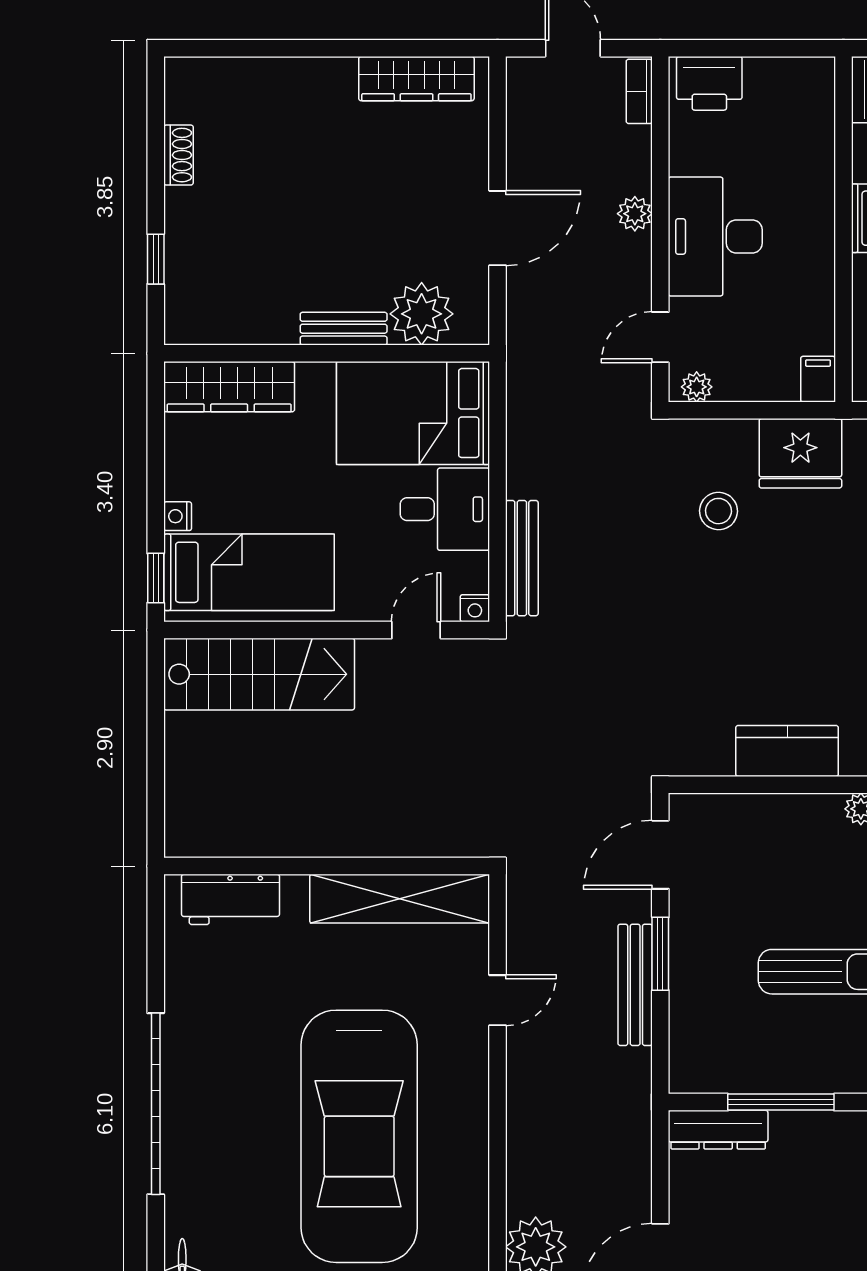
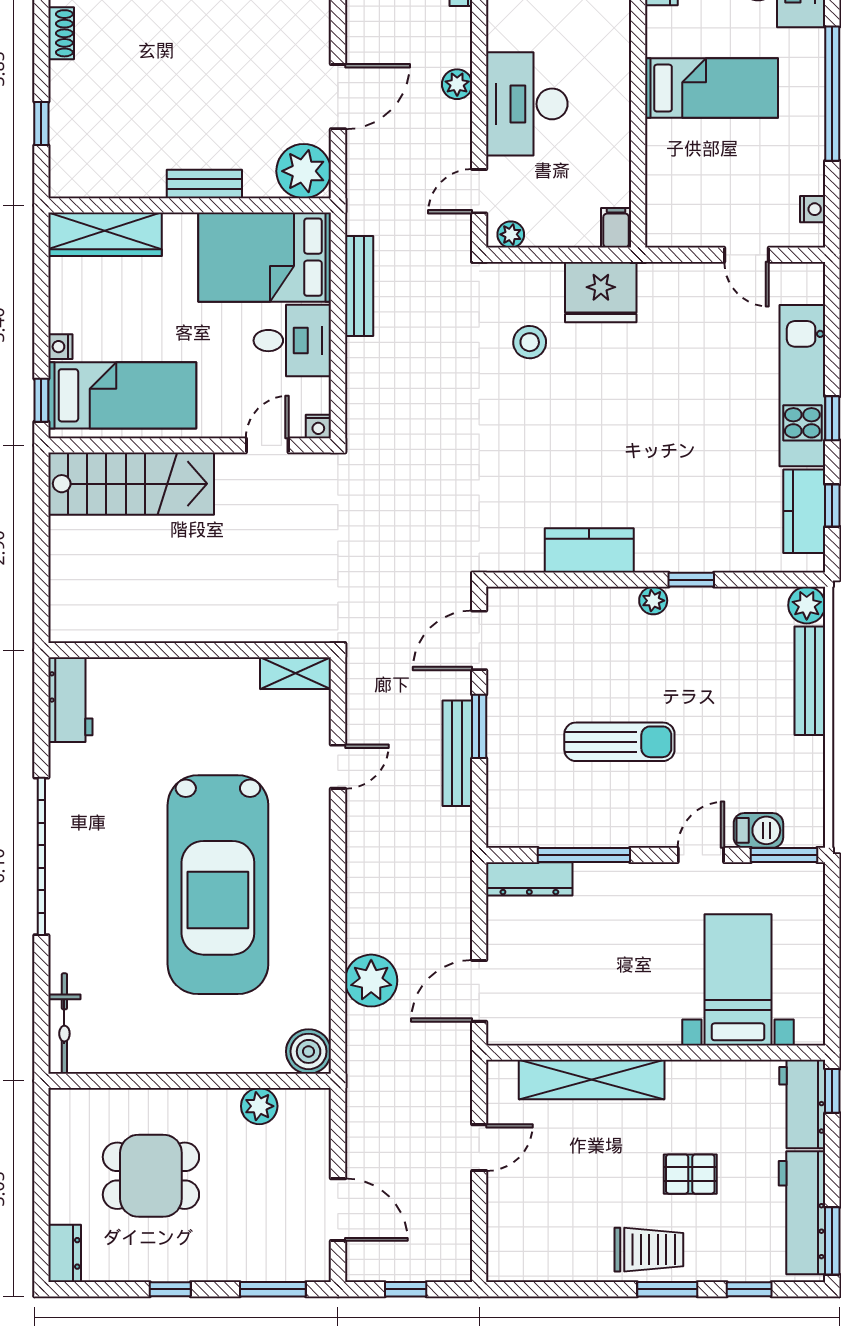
plant: (422, 314) -> (304, 171), moved
bench: (522, 558) -> (359, 286), moved
workbench: (230, 899) -> (70, 700), moved, turned -90
shelving: (400, 899) -> (295, 673), width x0.45, depth x0.75

